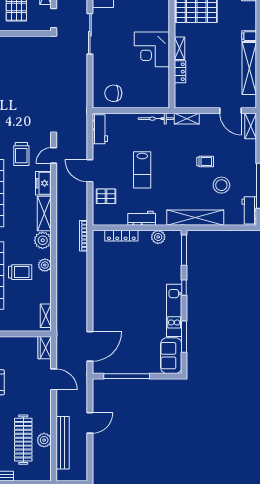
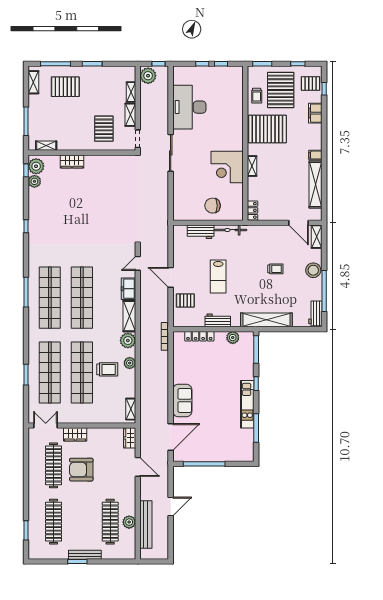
locker: (180, 72) -> (253, 210), moved
chair: (113, 93) -> (213, 206), moved
shelving: (187, 119) -> (259, 230), removed
workbench: (100, 129) -> (201, 232), moved, turned 90
trolley: (21, 154) -> (108, 262), removed
stool: (221, 185) -> (313, 270), moved
sofa: (171, 356) -> (182, 400), moved, turned 180

